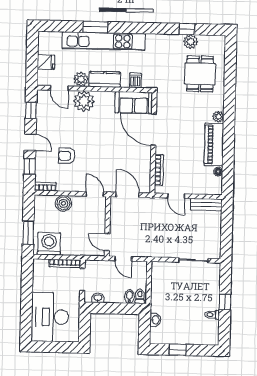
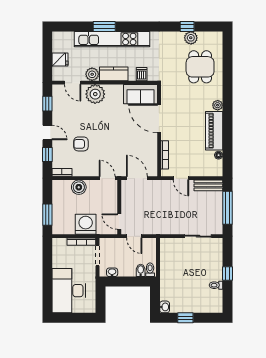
window: (227, 230) -> (227, 208), added
washing machine: (49, 244) -> (86, 224), moved
washbasin: (155, 320) -> (165, 307), moved

